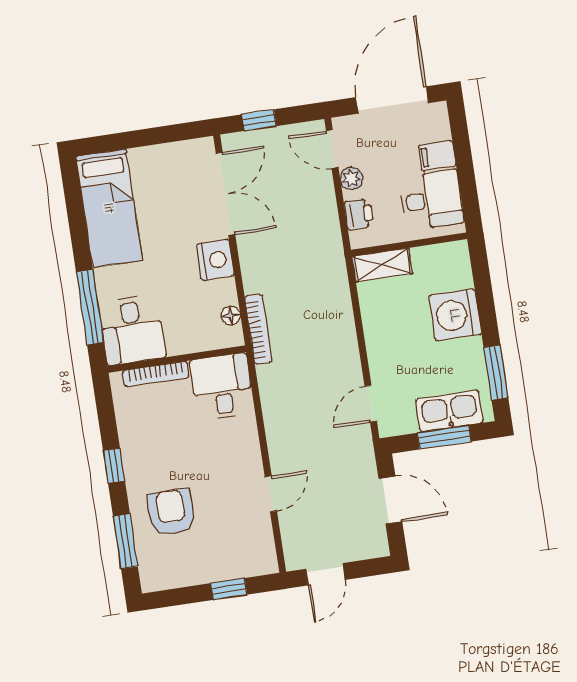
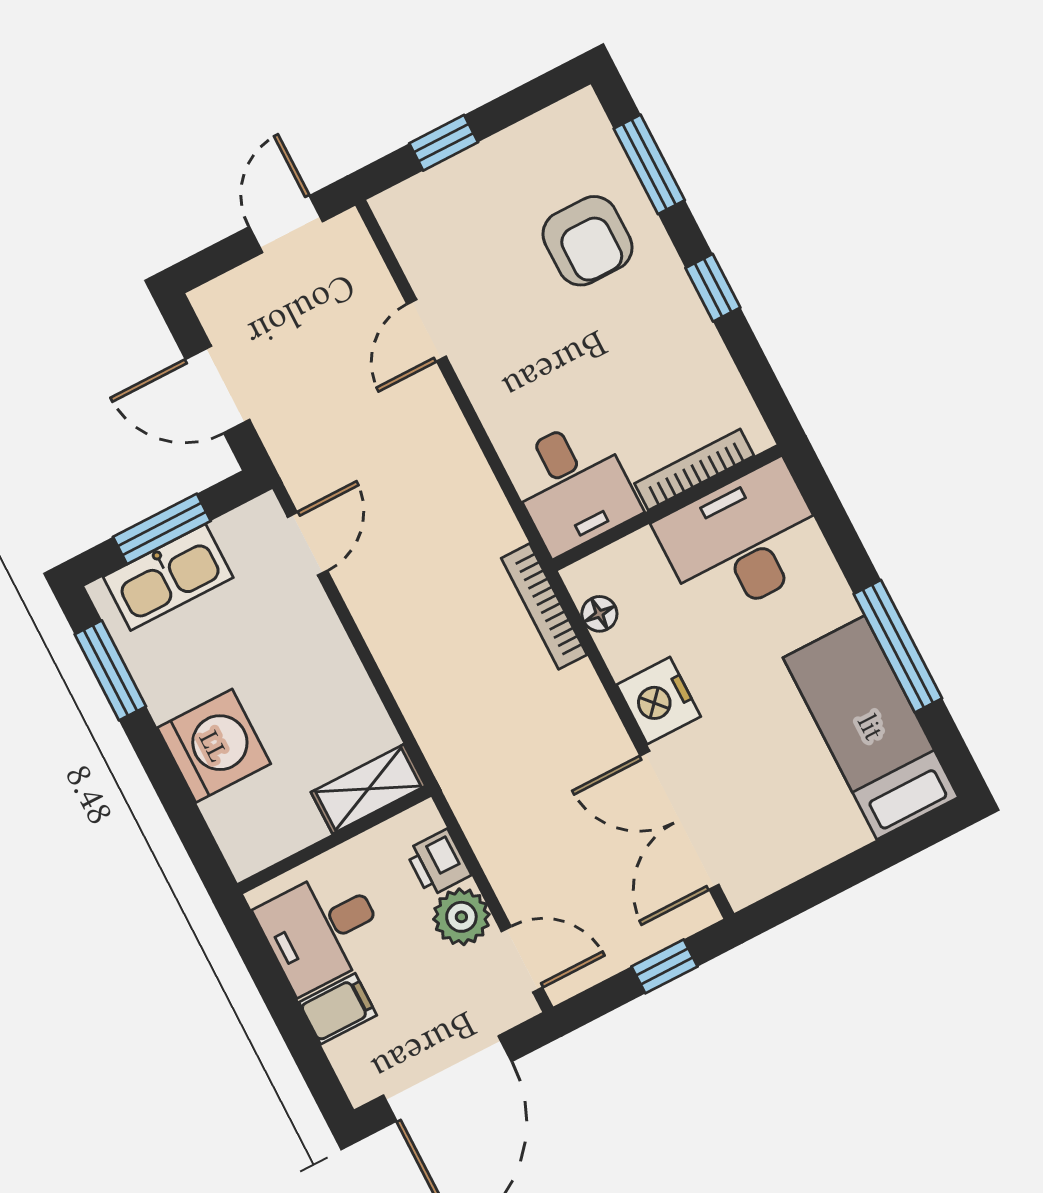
plant: (351, 178) -> (461, 917), width x1.38, depth x1.38
window: (90, 307) -> (898, 646), moved
desk: (132, 330) -> (743, 541), width x1.37

